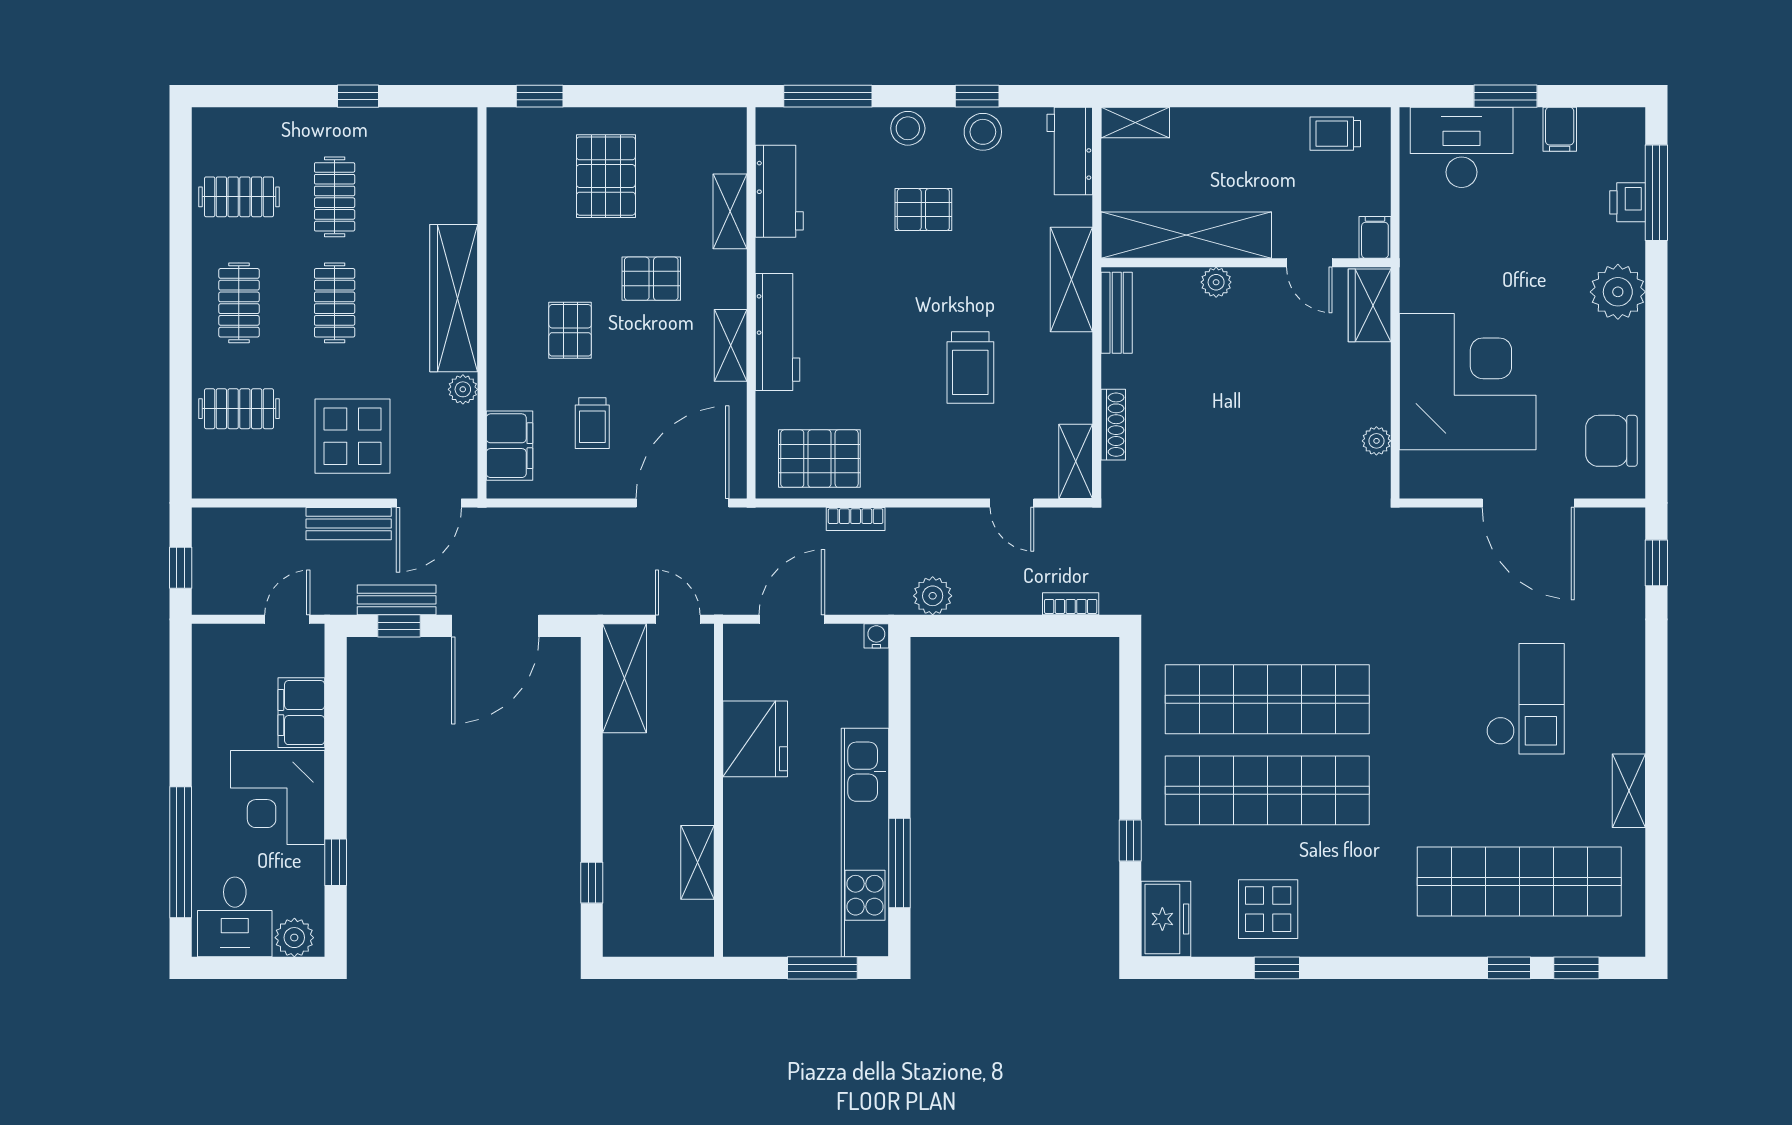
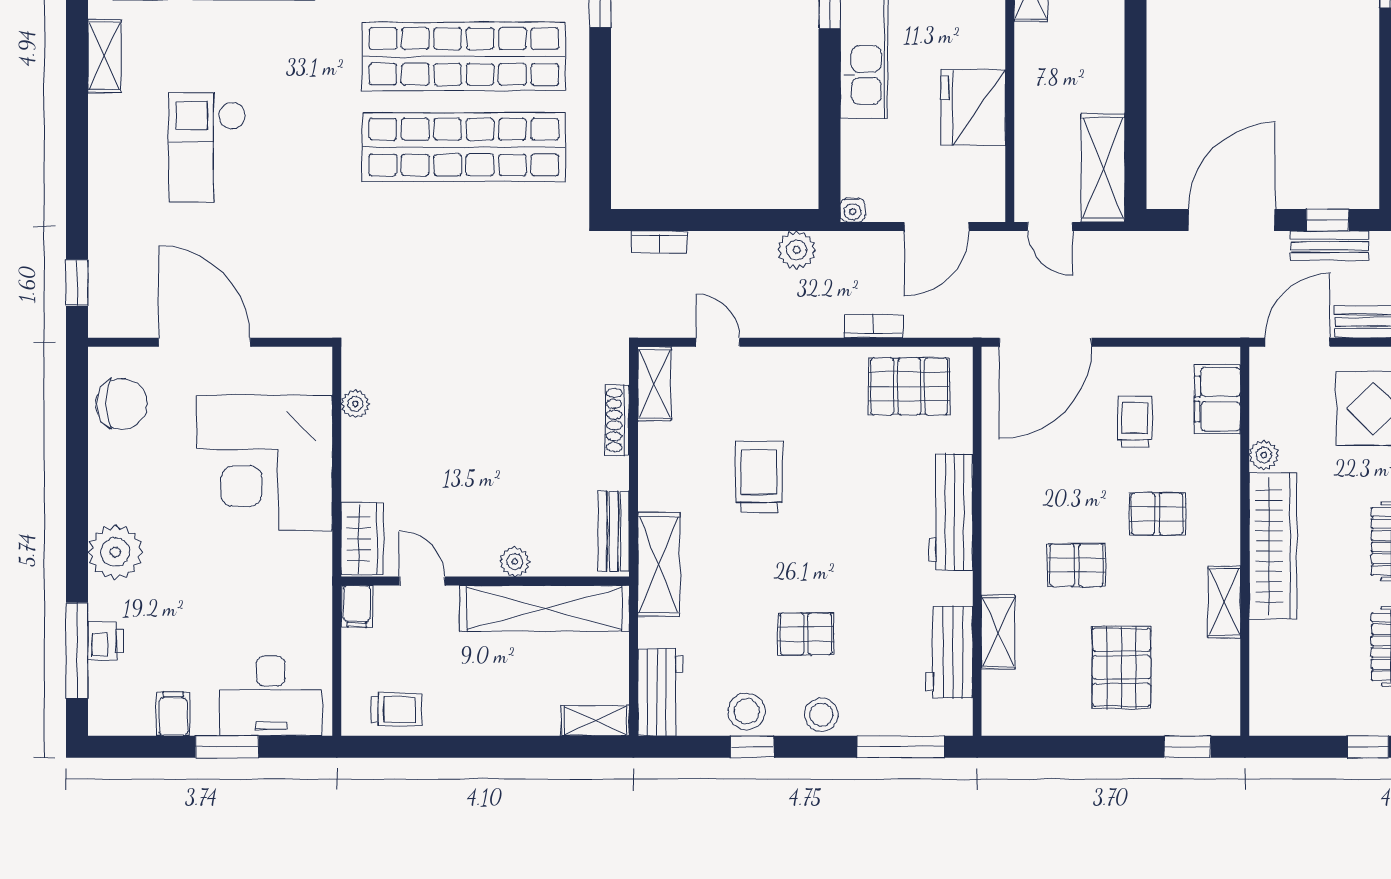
pallet: (570, 330) -> (1157, 514), turned 90
shelving: (731, 345) -> (1224, 602), moved

